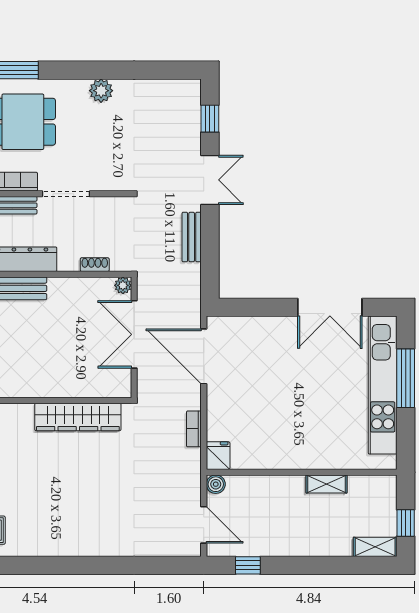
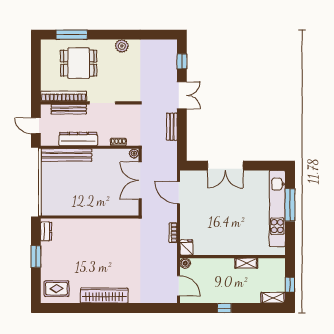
double door: (330, 307) -> (225, 166), moved
door: (204, 356) -> (179, 193), width x0.73
wardrobe: (78, 417) -> (104, 296), moved, turned 180
window: (248, 565) -> (224, 308), moved

